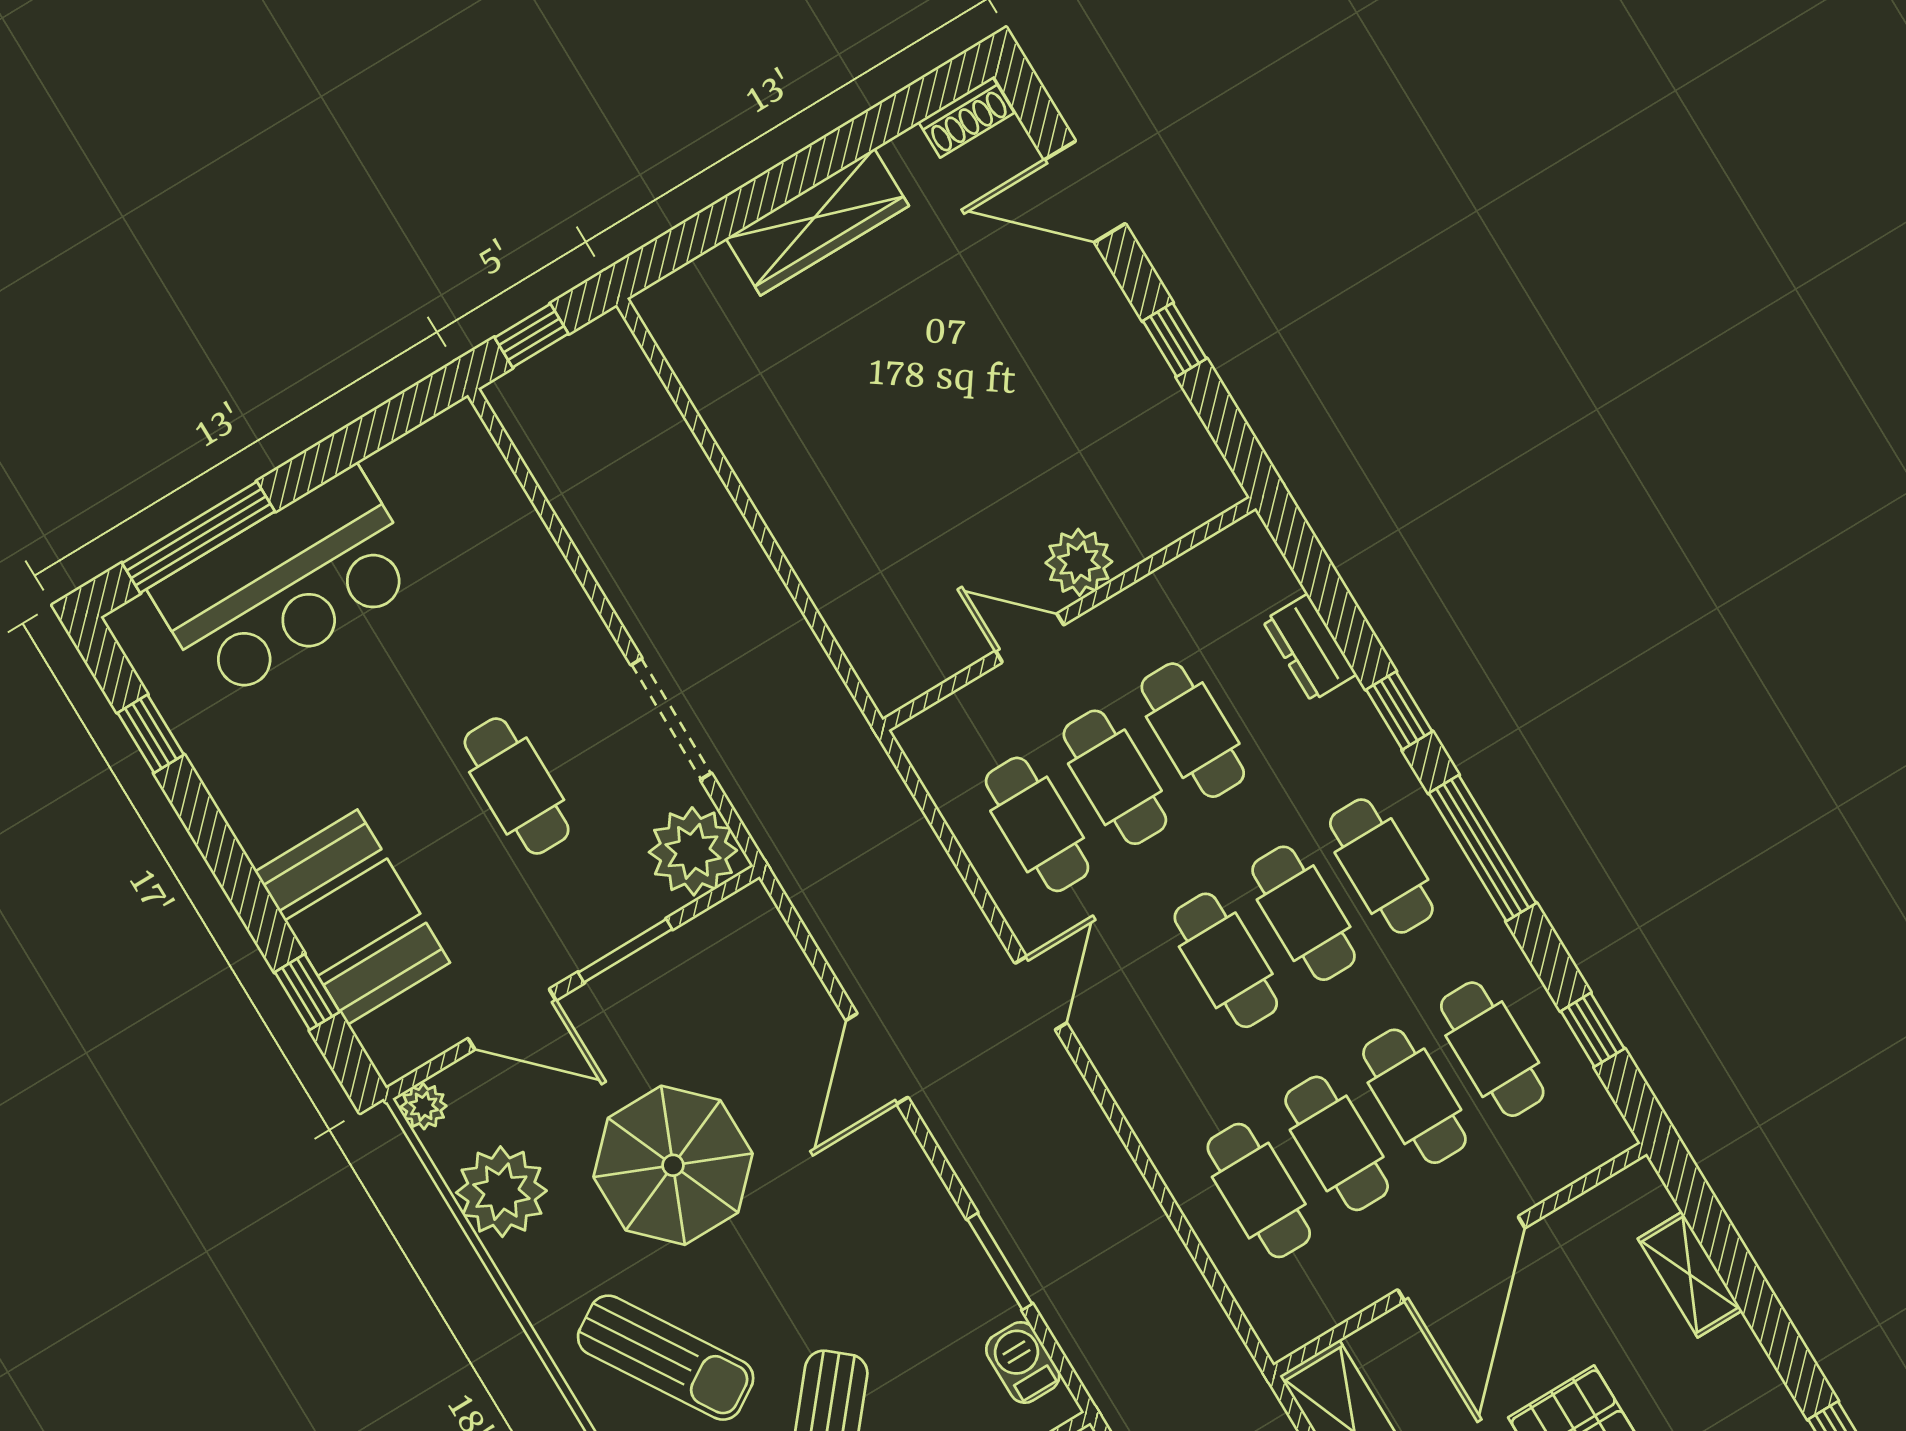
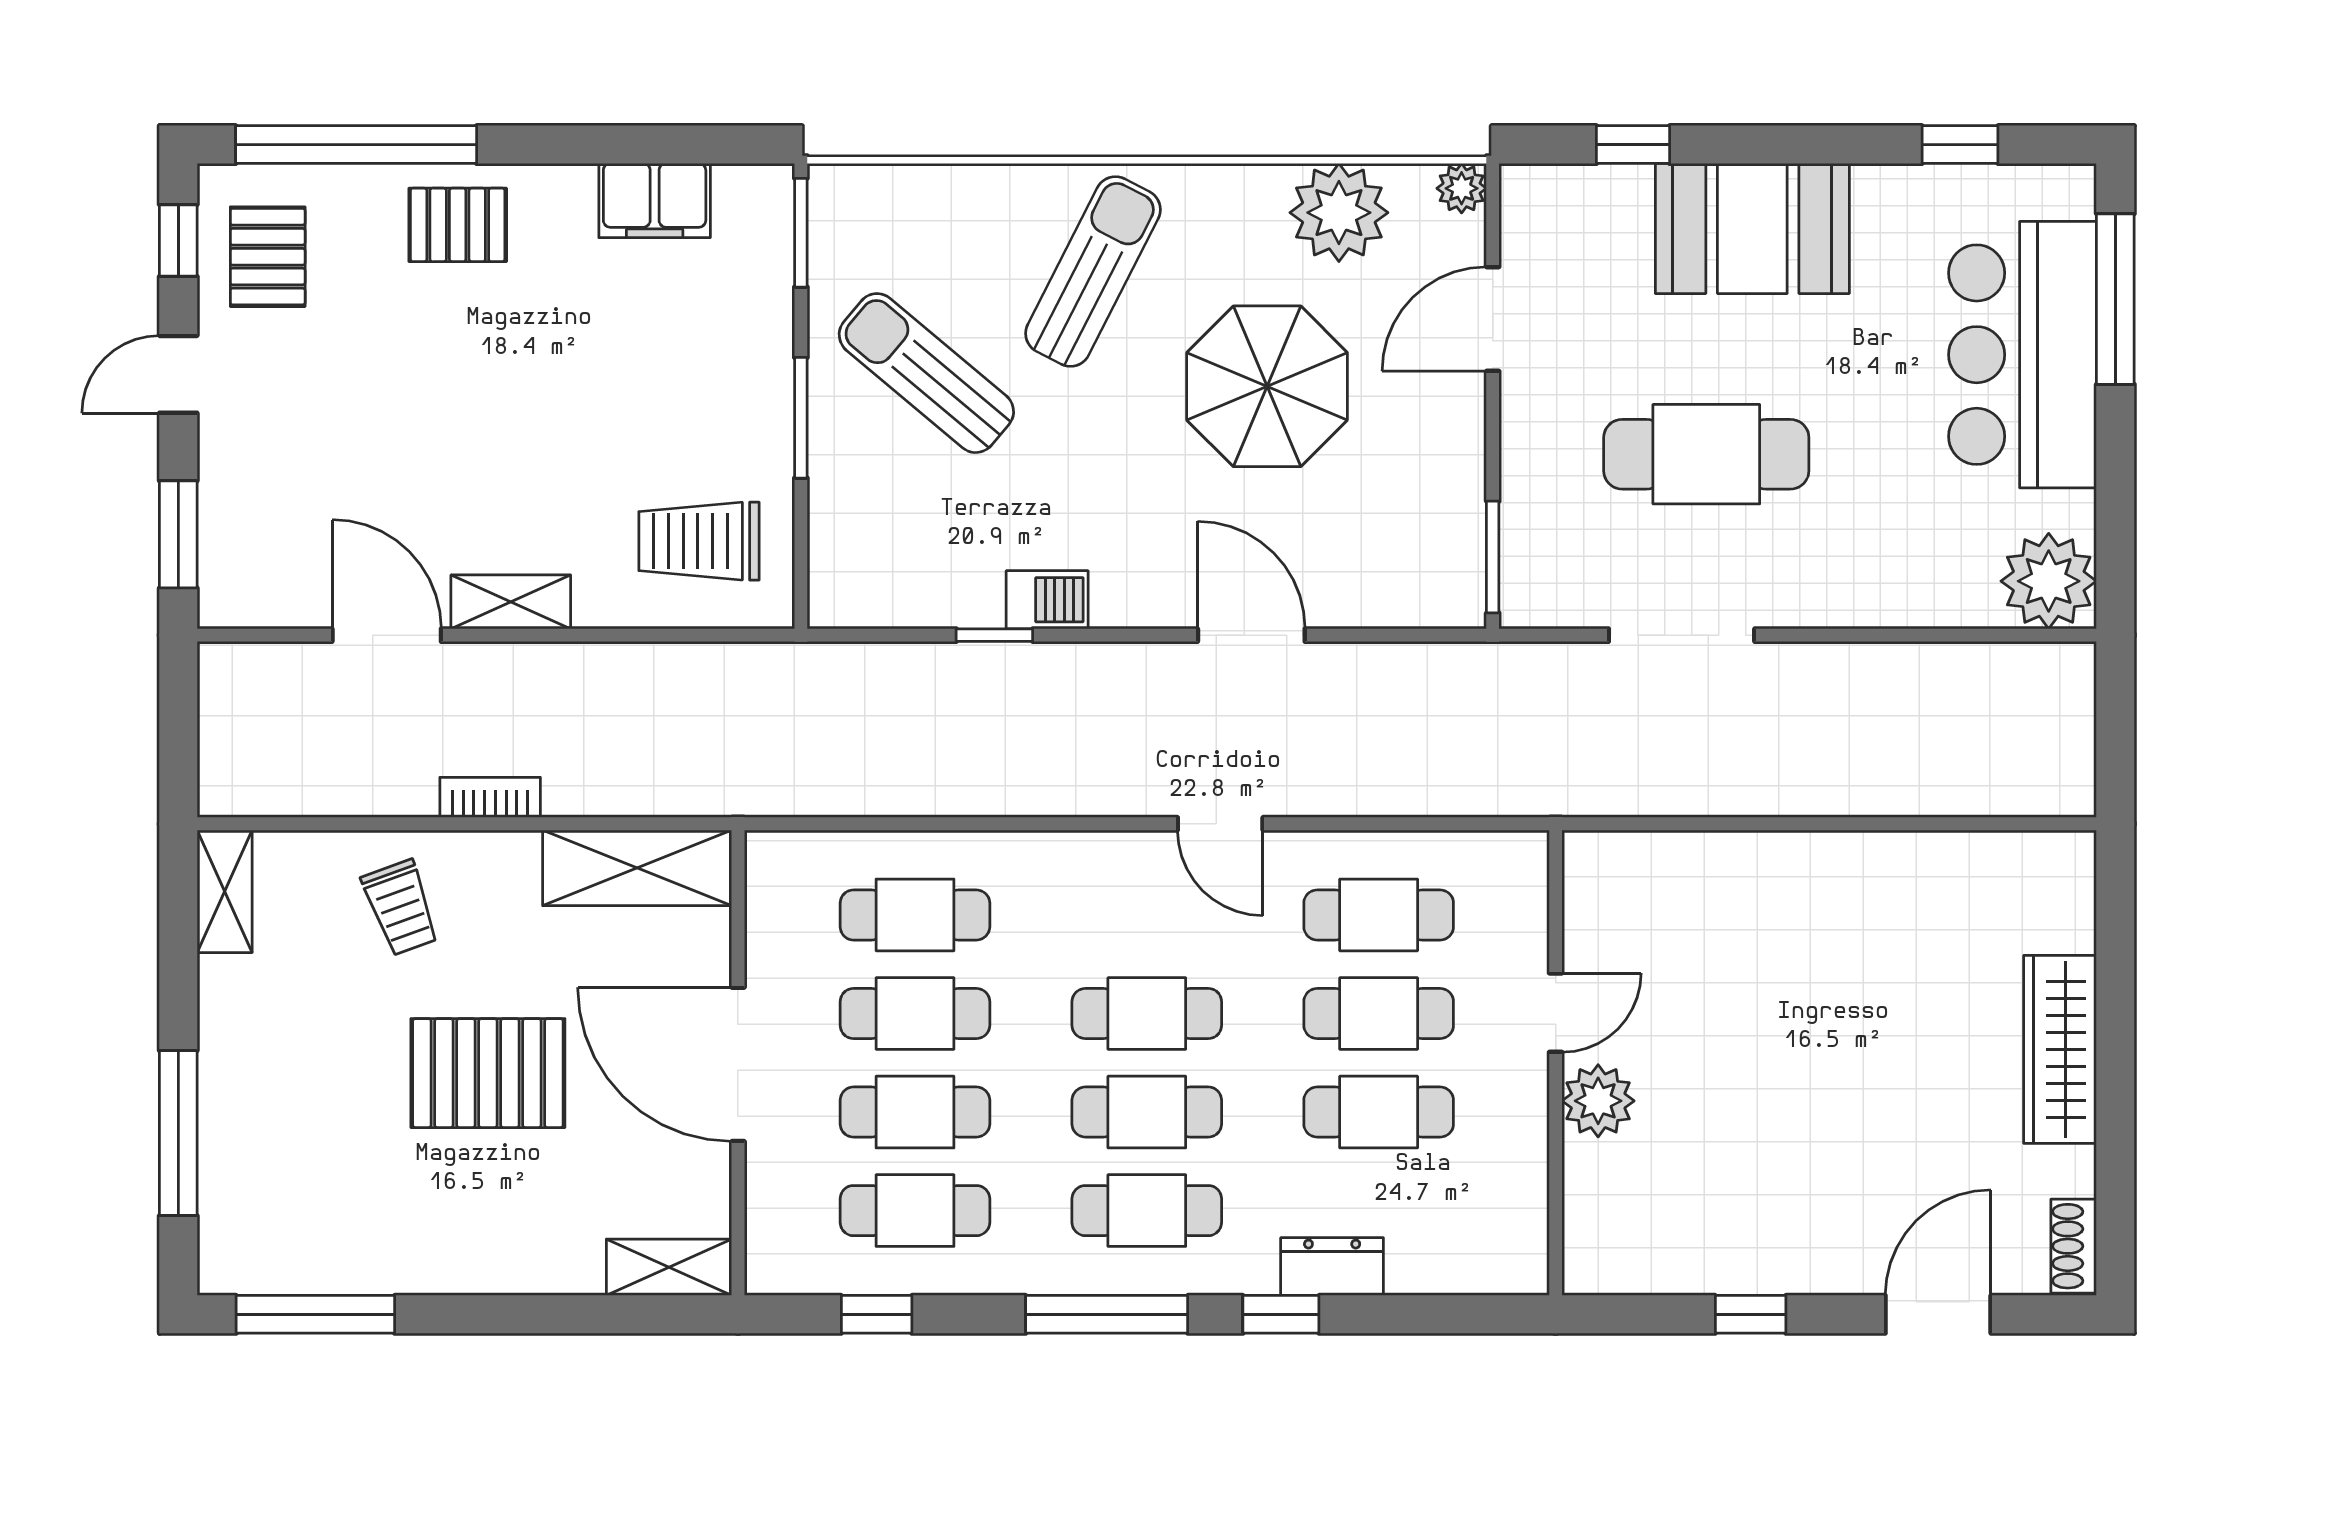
window: (531, 336) -> (2115, 721), removed
dresser: (1310, 648) -> (1332, 1267), moved
cafe table: (517, 786) -> (1706, 454), width x1.37, depth x1.35
plant: (693, 851) -> (2049, 581), moved
booth: (352, 917) -> (1752, 229), moved
window: (625, 951) -> (1493, 557), moved
window: (1000, 1262) -> (994, 635), width x0.67
shelving: (1690, 1275) -> (669, 1267), moved
sun lounger: (666, 1358) -> (1093, 272), turned 149
barbecue: (1023, 1362) -> (1047, 600), moved

